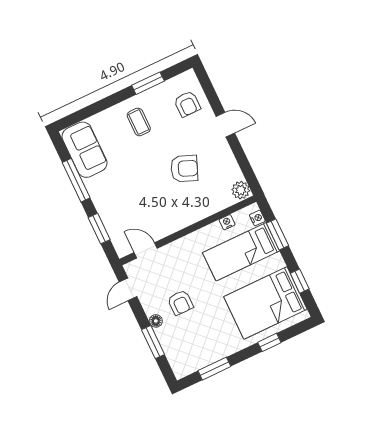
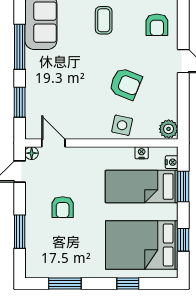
side table: (198, 206) -> (122, 125), added
floor lamp: (156, 321) -> (32, 153), moved

